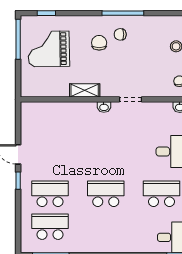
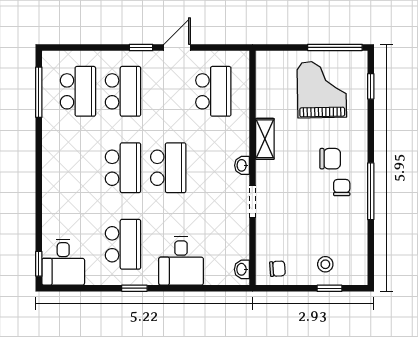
school desk: (50, 128) -> (213, 91), added
school desk: (106, 161) -> (168, 168), added

